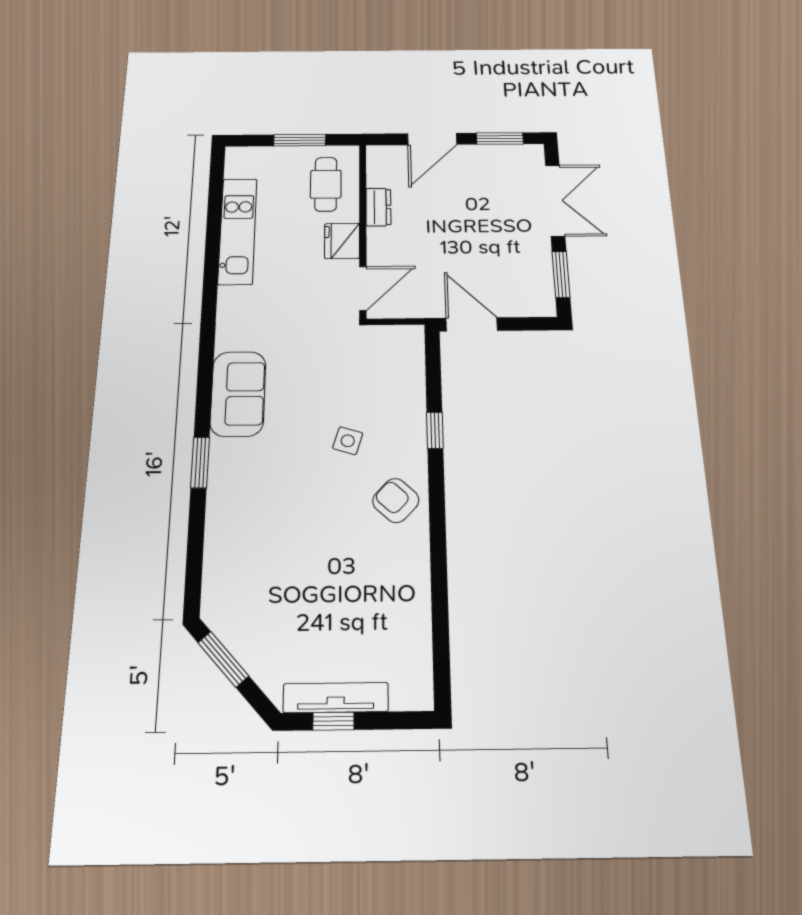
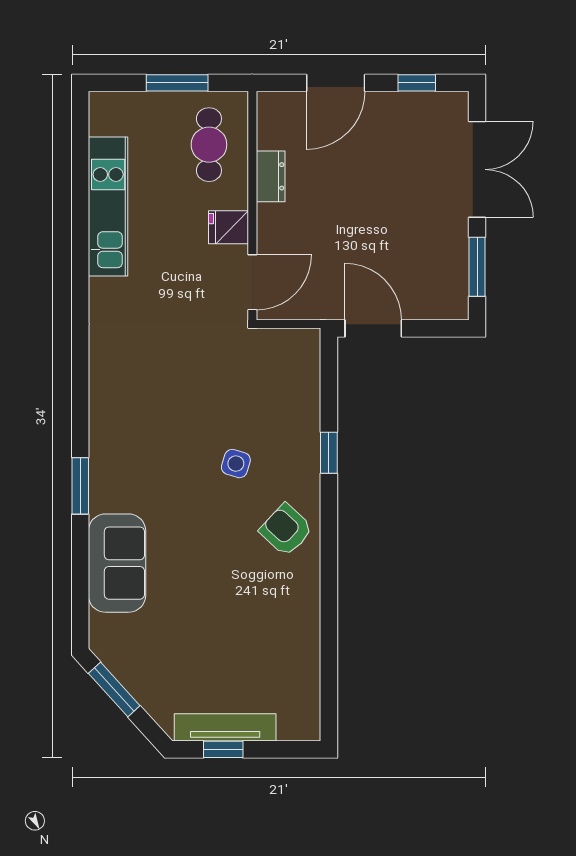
window: (500, 138) -> (417, 83), width x0.67
fridge: (342, 241) -> (228, 227), width x0.72
sofa: (238, 394) -> (117, 563), moved

